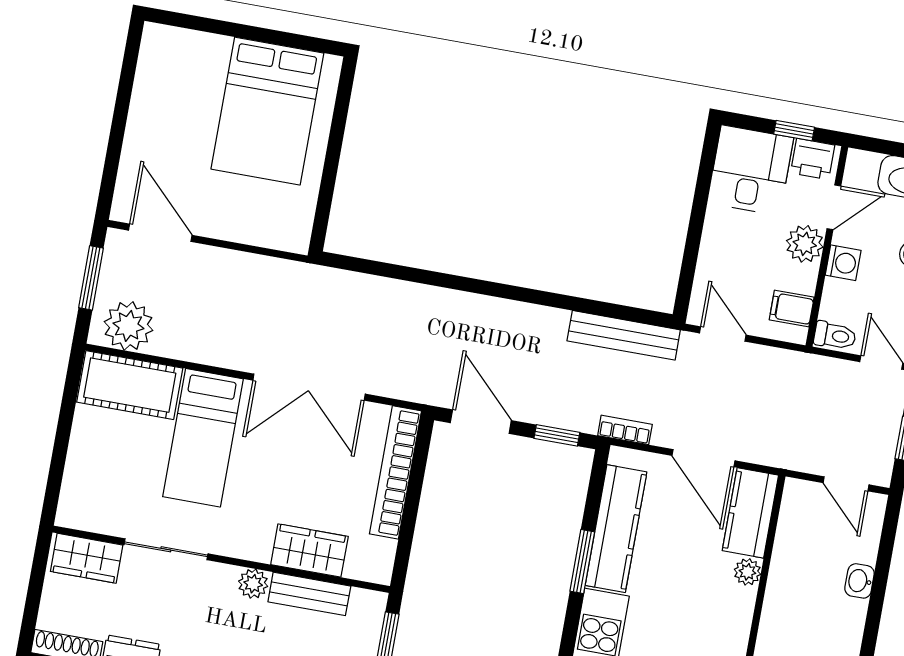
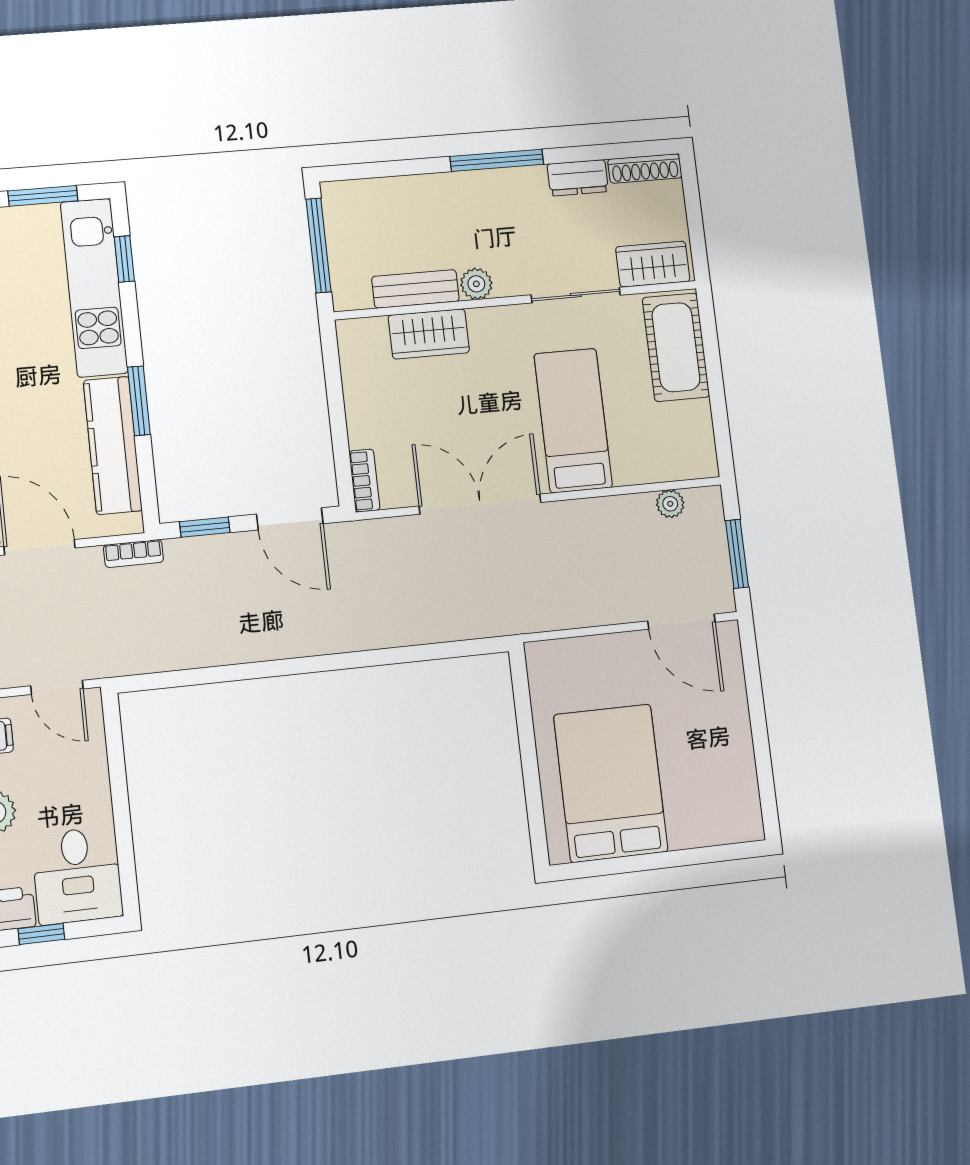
plant: (128, 326) -> (670, 504), width x0.53, depth x0.53
bench: (624, 335) -> (164, 655), removed
cot: (130, 385) -> (676, 347), moved, turned 90
bookcase: (395, 472) -> (364, 481), width x0.43, depth x0.76

